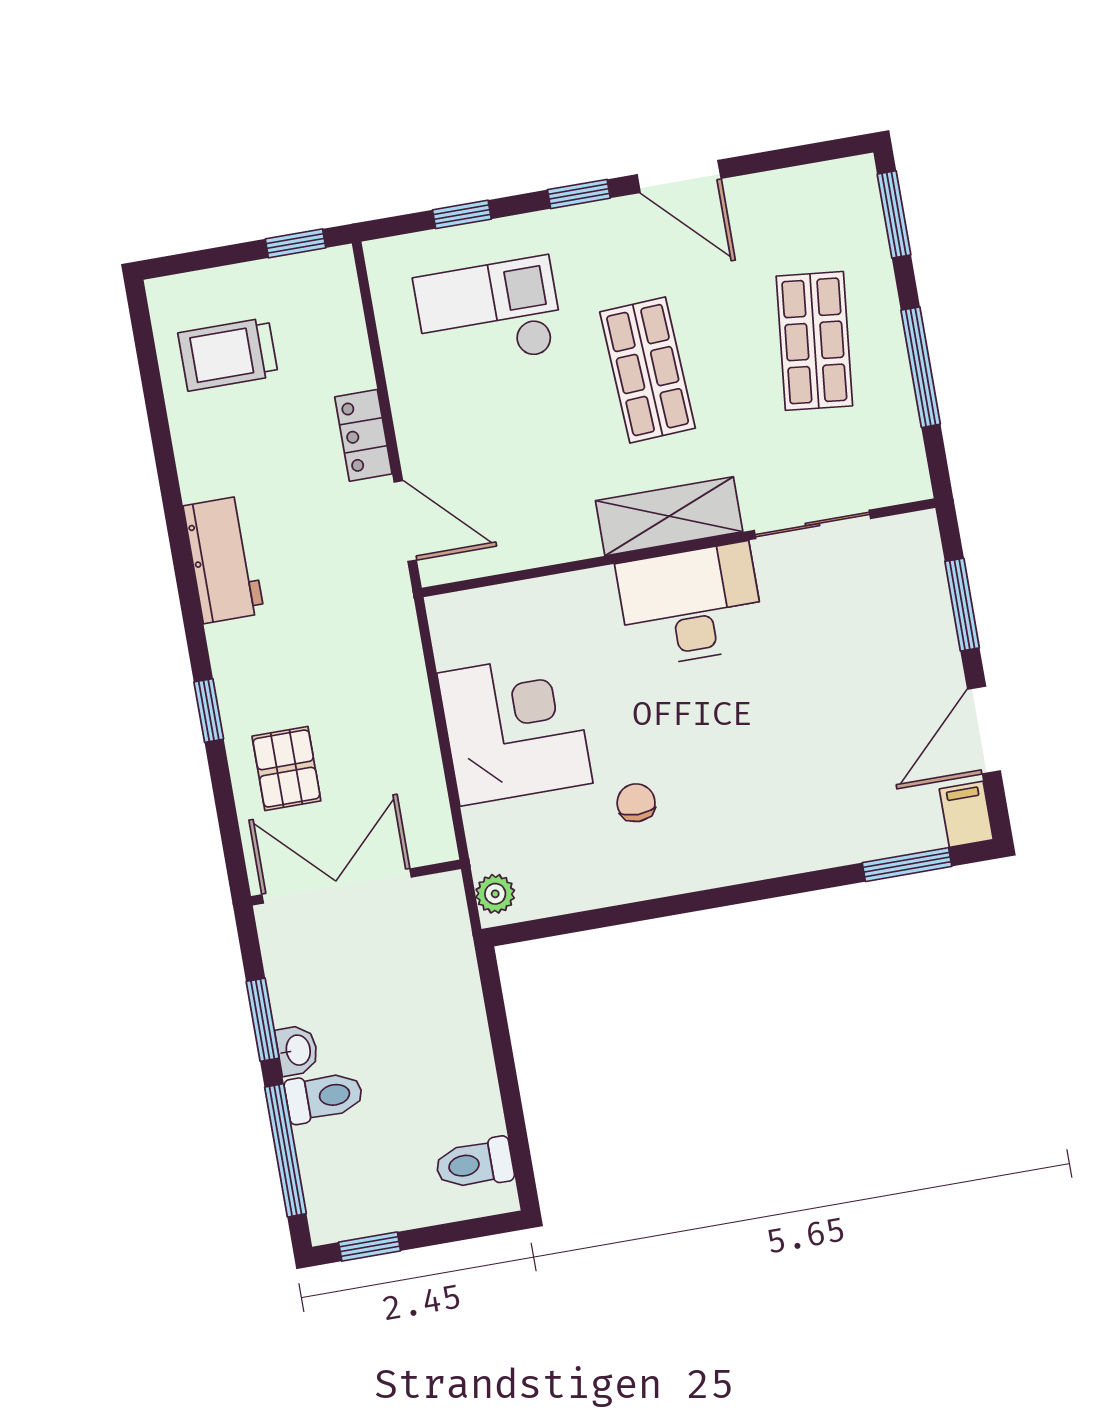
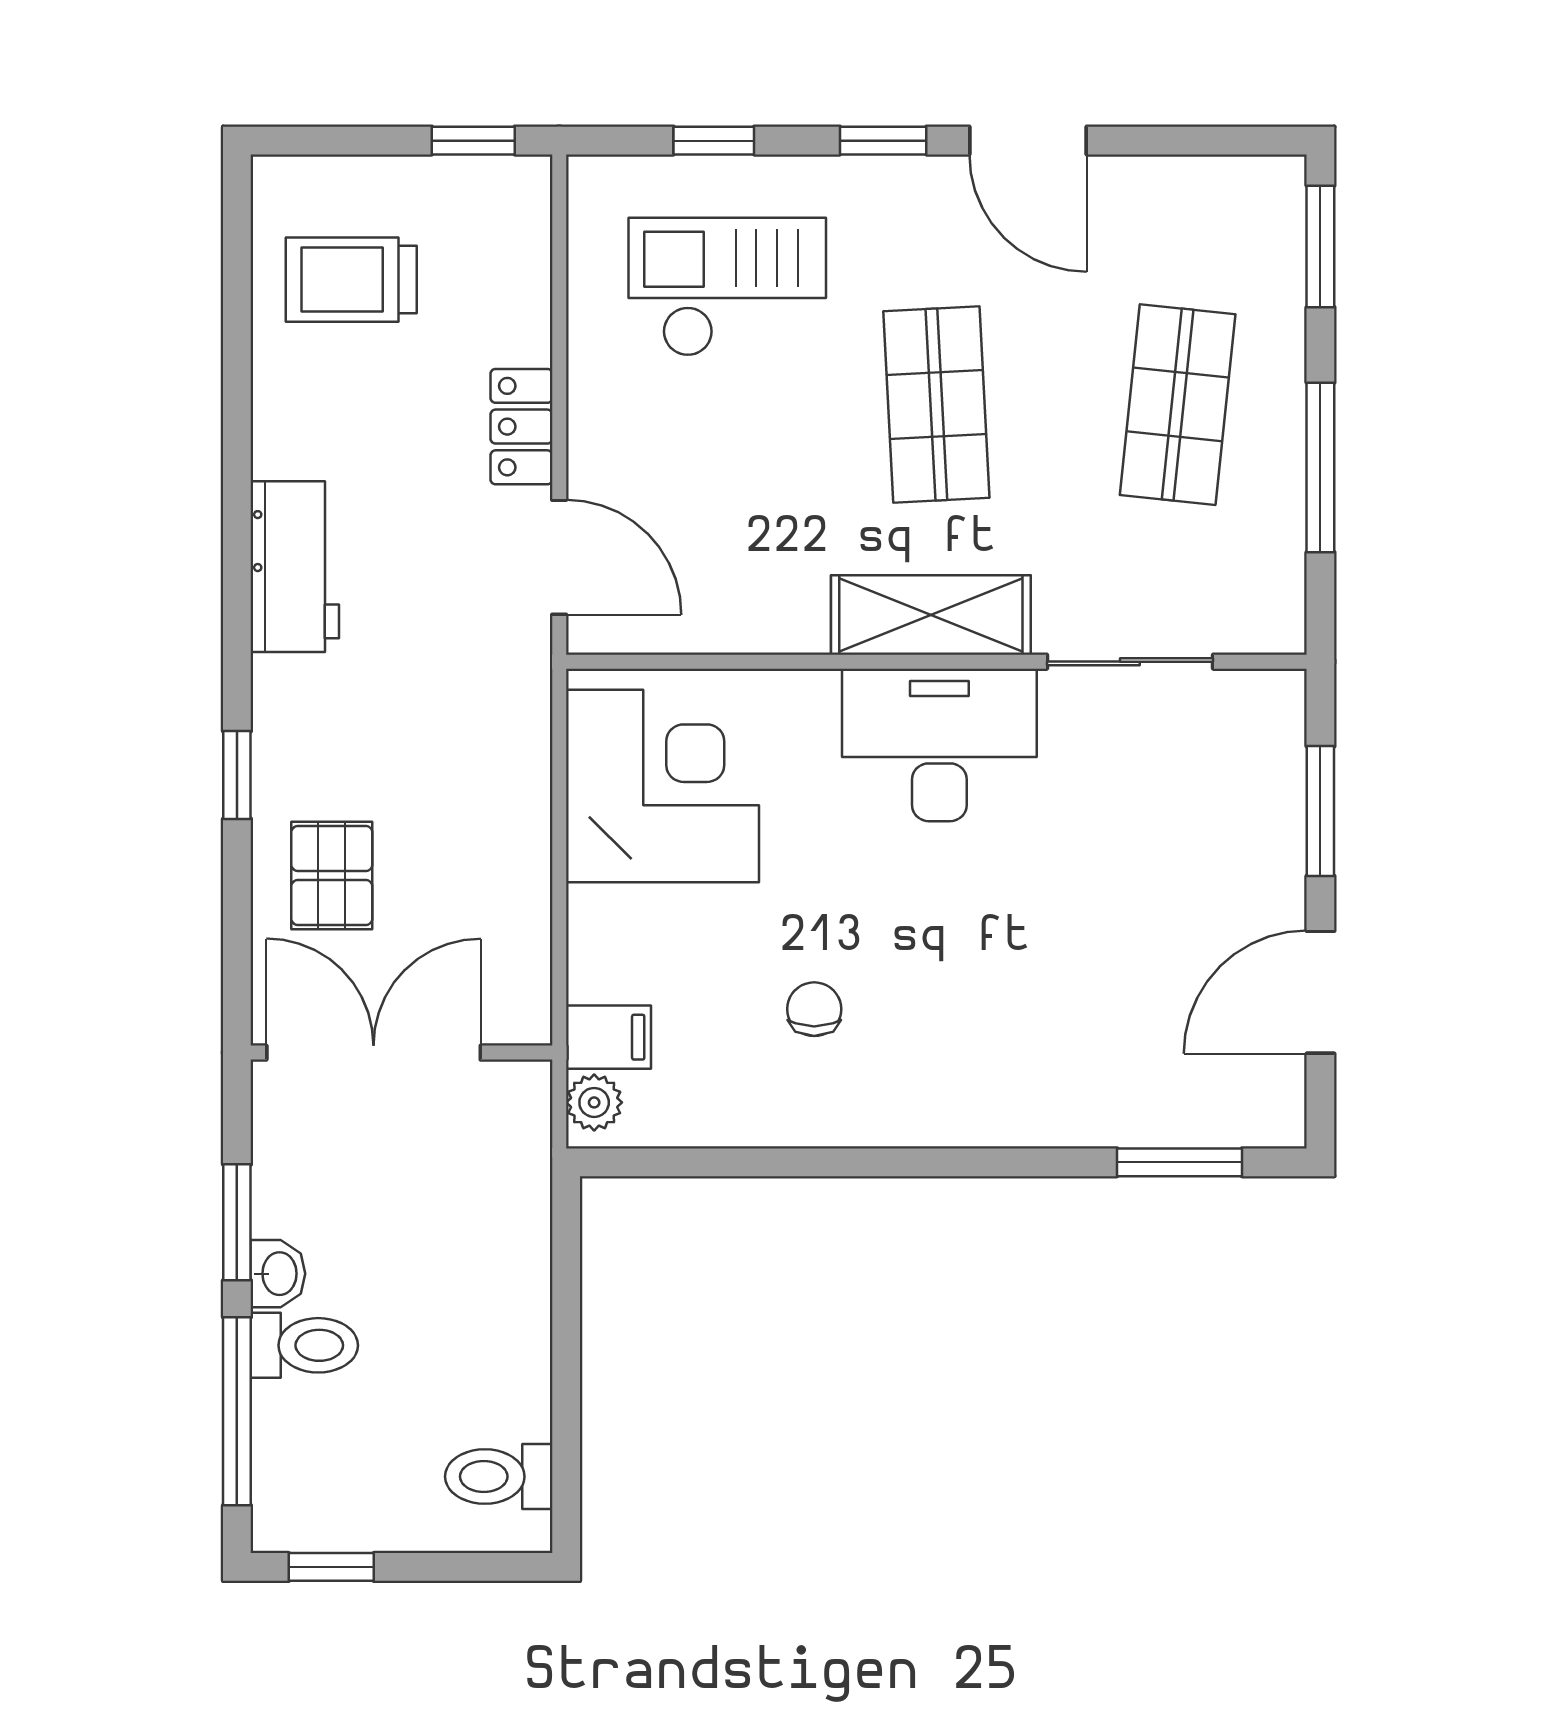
corner desk: (515, 728) -> (662, 786), moved
filing cabinet: (966, 814) -> (608, 1037), moved, turned 90

